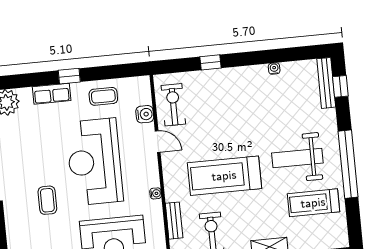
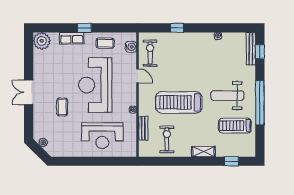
water cooler: (145, 114) -> (131, 47), moved

